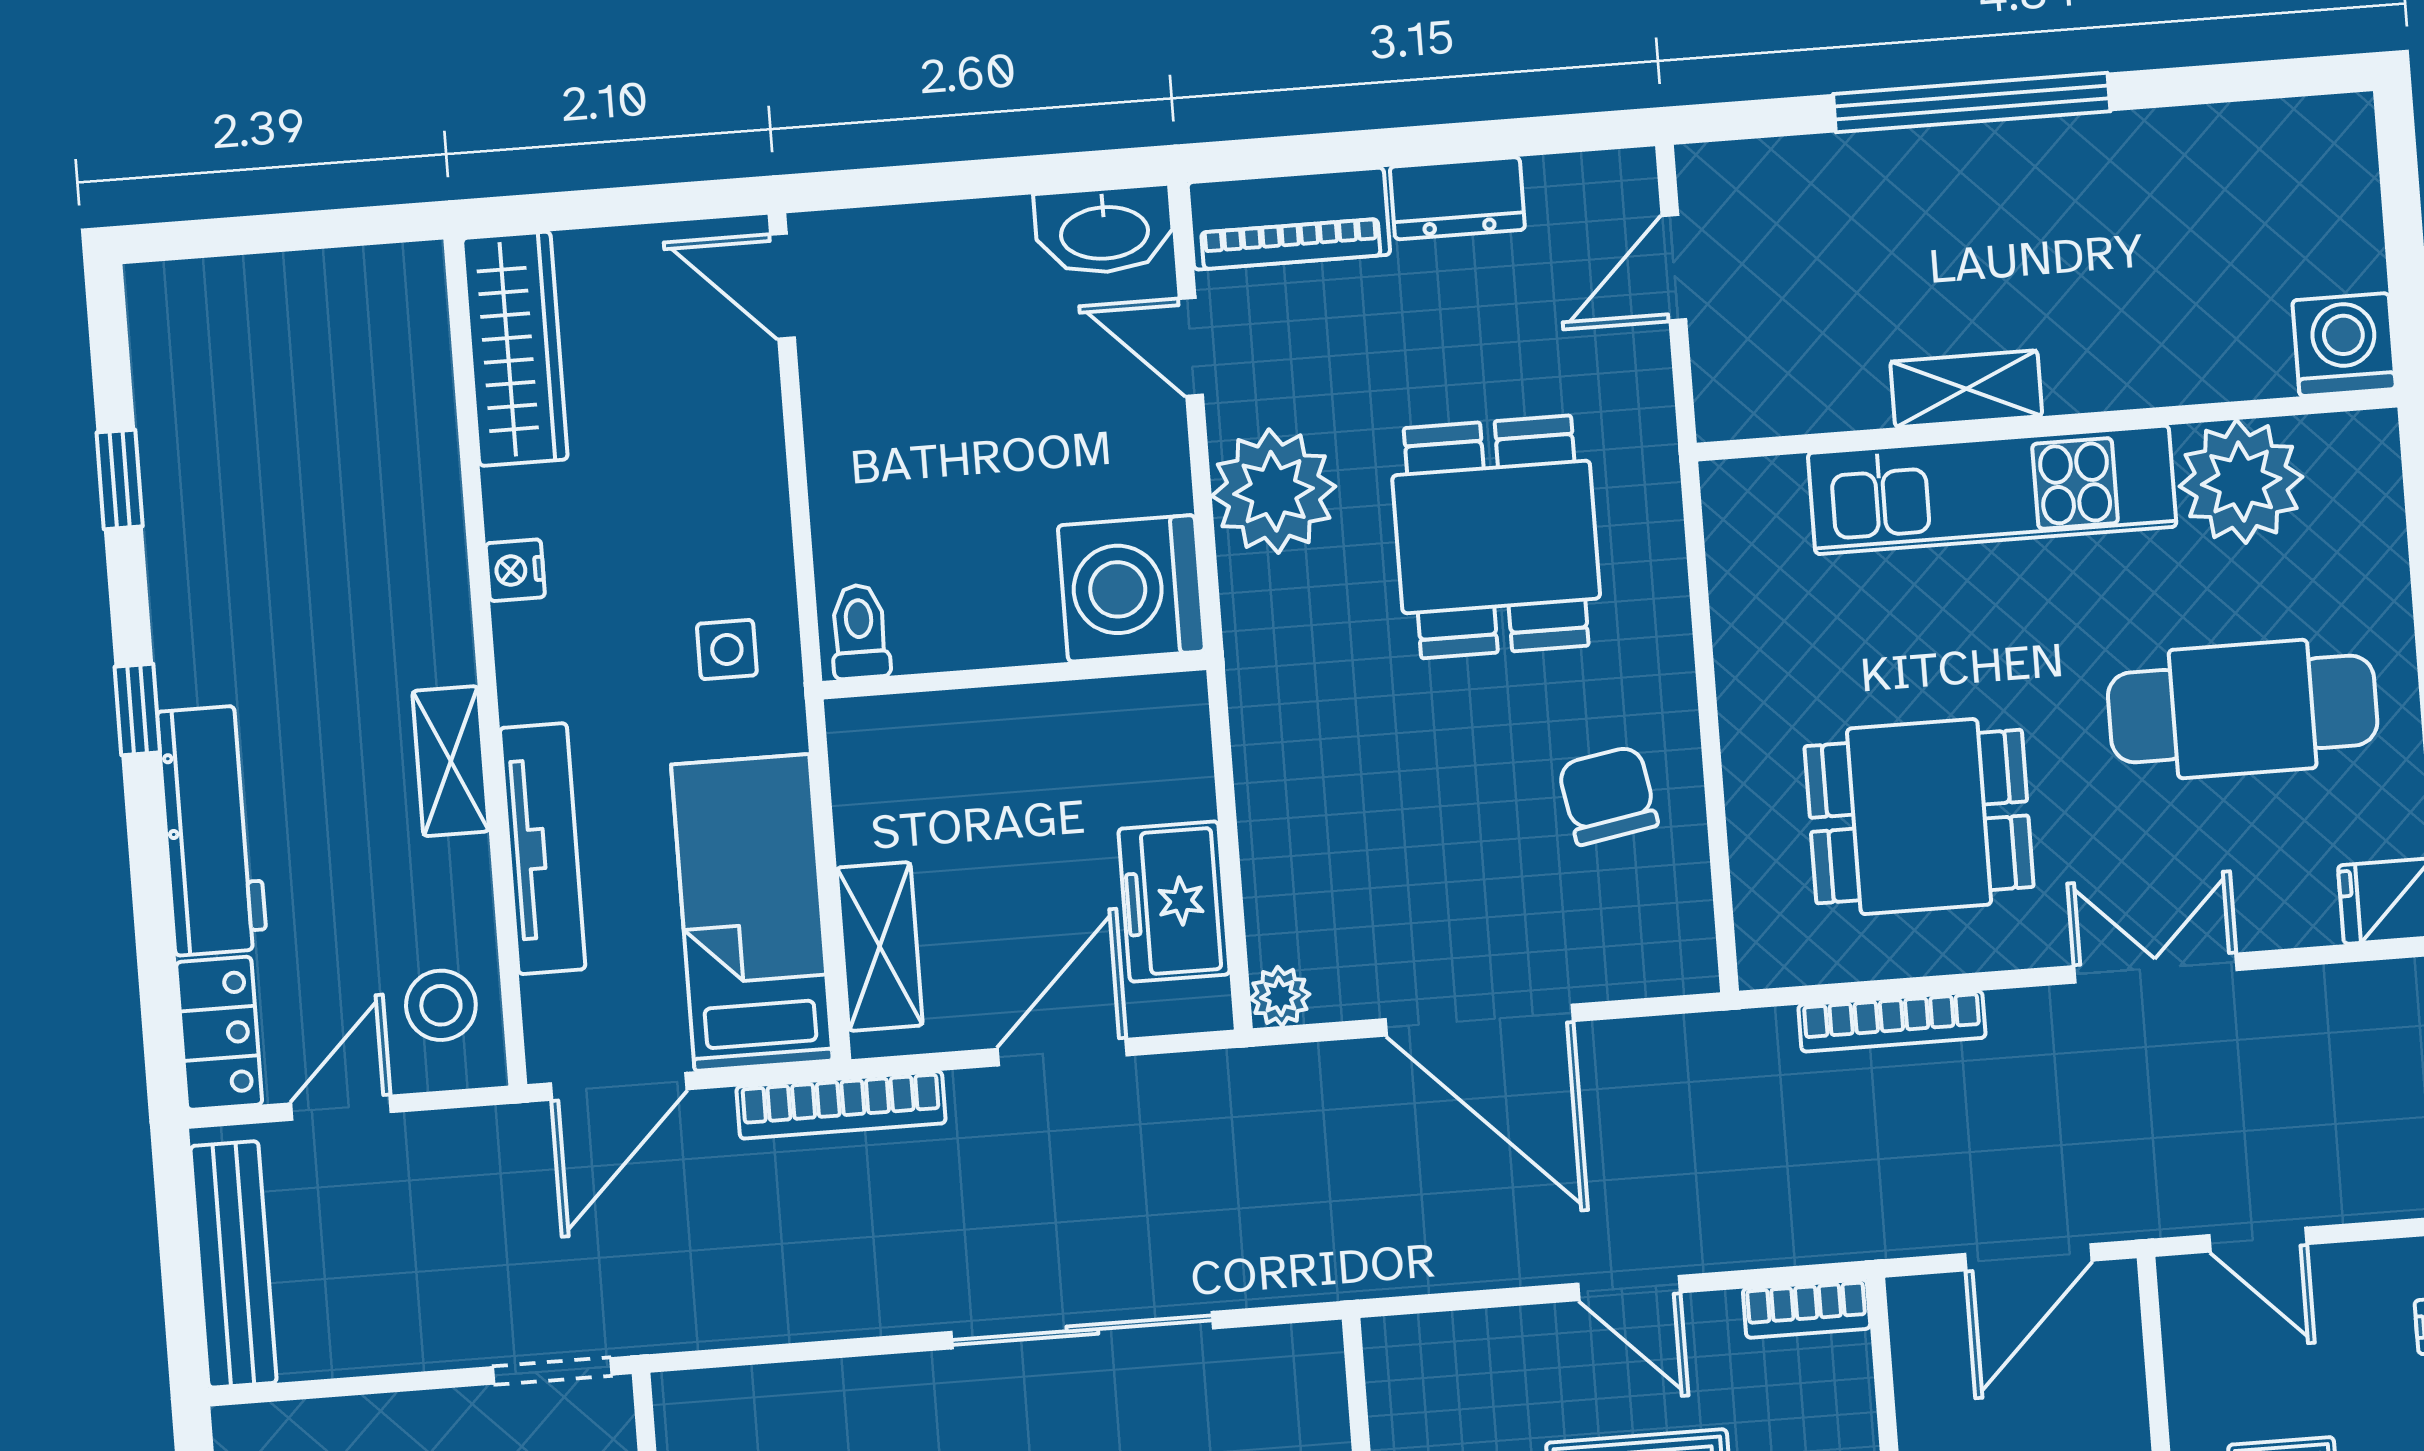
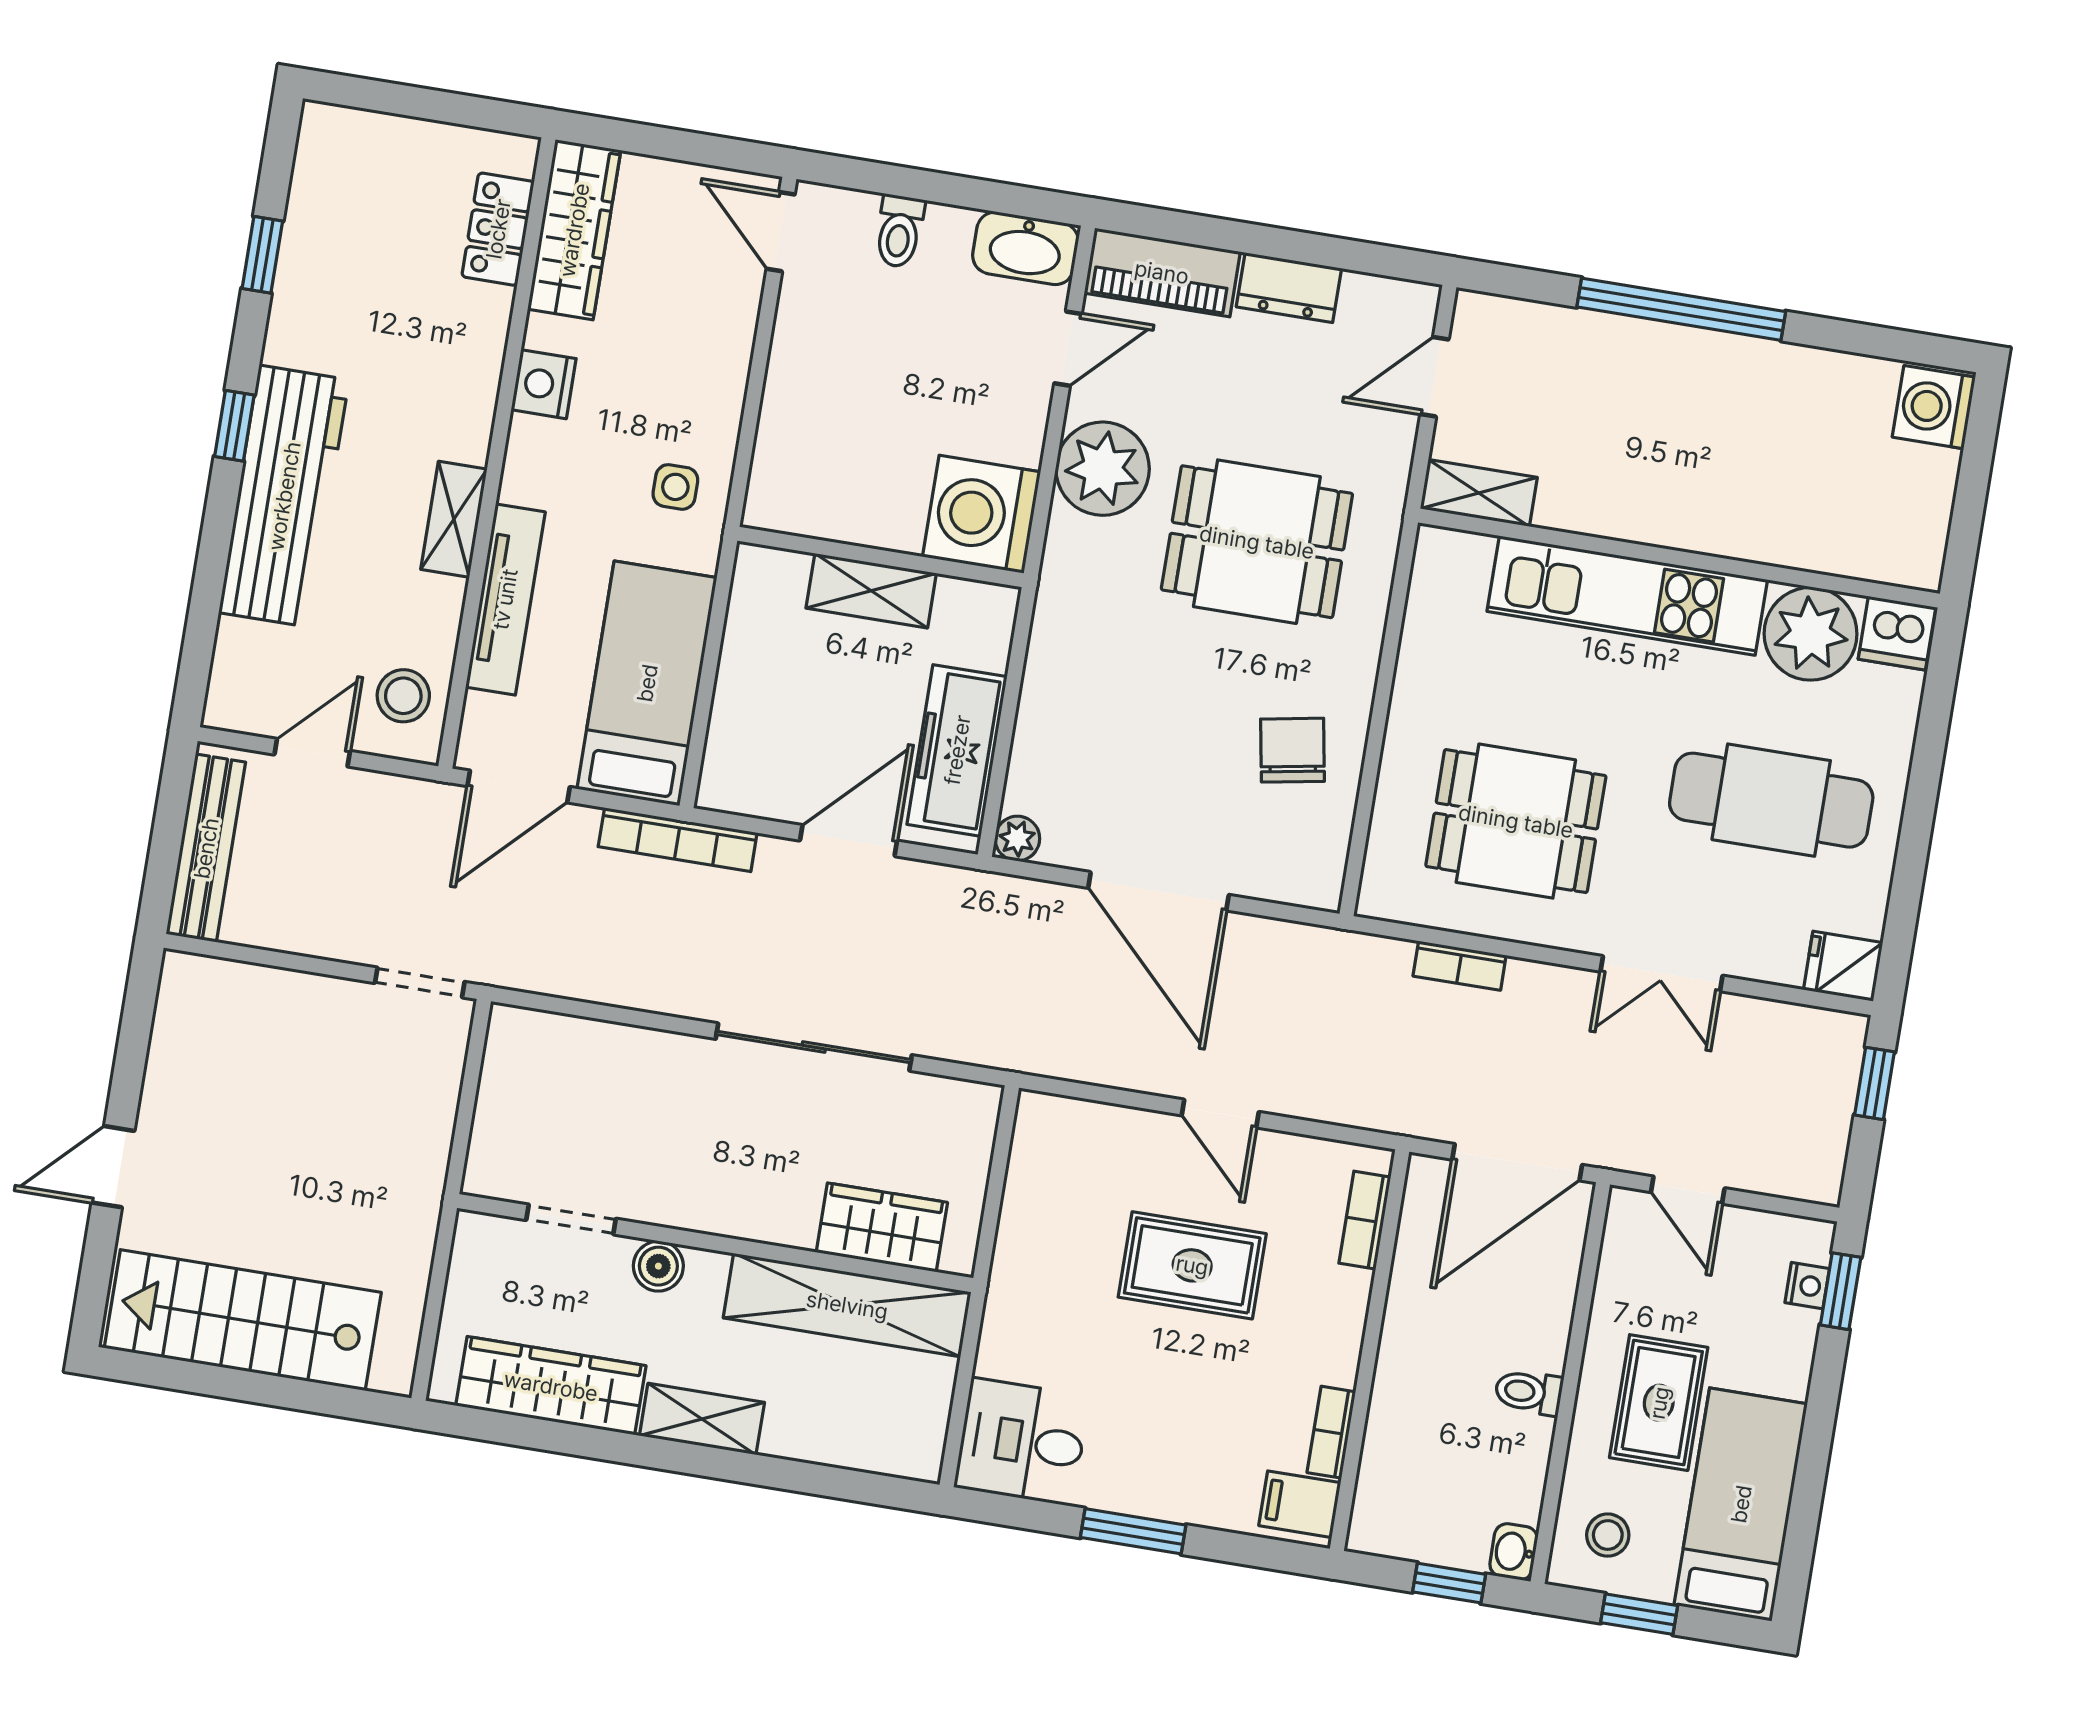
washing machine: (2344, 345) -> (1934, 407), moved, turned -90
door: (1191, 347) -> (1068, 349), swing flipped
shelving: (1966, 389) -> (1479, 493), moved
dishwasher: (2353, 454) -> (1897, 633), added
dining table: (1496, 537) -> (1257, 542), turned 90
nightstand: (515, 570) -> (544, 384), width x1.39, depth x1.35
toilet: (859, 632) -> (899, 231), moved, turned 180
workbench: (212, 830) -> (284, 496), width x1.36, depth x1.32
freezer: (1174, 902) -> (957, 750), width x1.40
shelving: (880, 946) -> (871, 591), moved, turned 90
double door: (2156, 968) -> (1661, 974), swing flipped
bookcase: (1892, 1021) -> (1460, 966), width x0.64
locker: (219, 1033) -> (498, 229), moved, turned 180
door: (2028, 1257) -> (1517, 1162), width x1.36
bookcase: (1807, 1309) -> (1365, 1220), moved, turned 90

